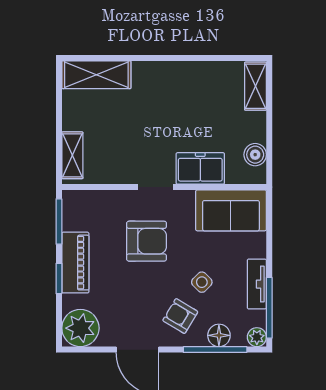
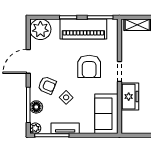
boiler: (255, 155) -> (138, 127), removed
piano: (75, 263) -> (83, 29), width x1.37, depth x1.33
armchair: (180, 316) -> (47, 85), turned 81

